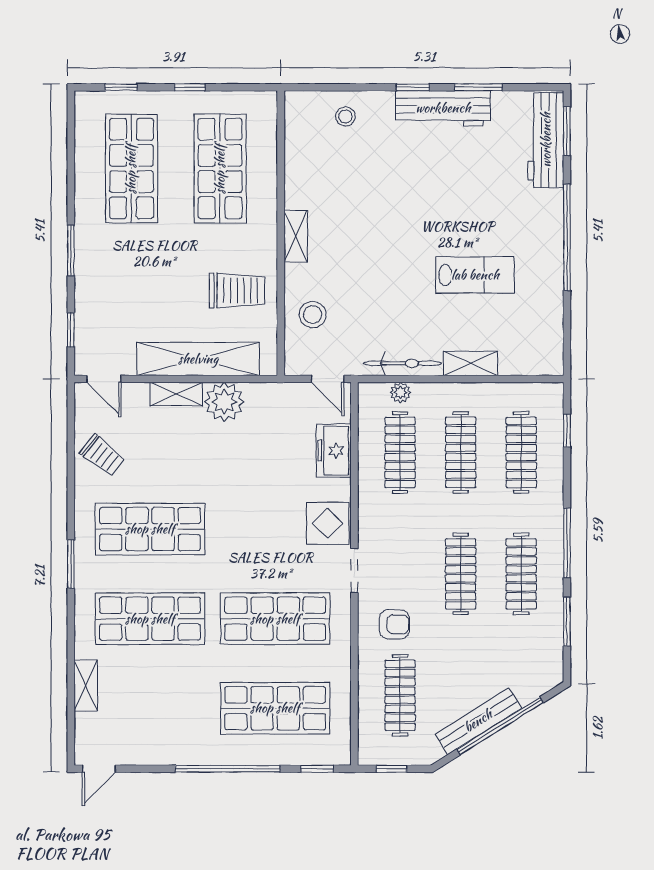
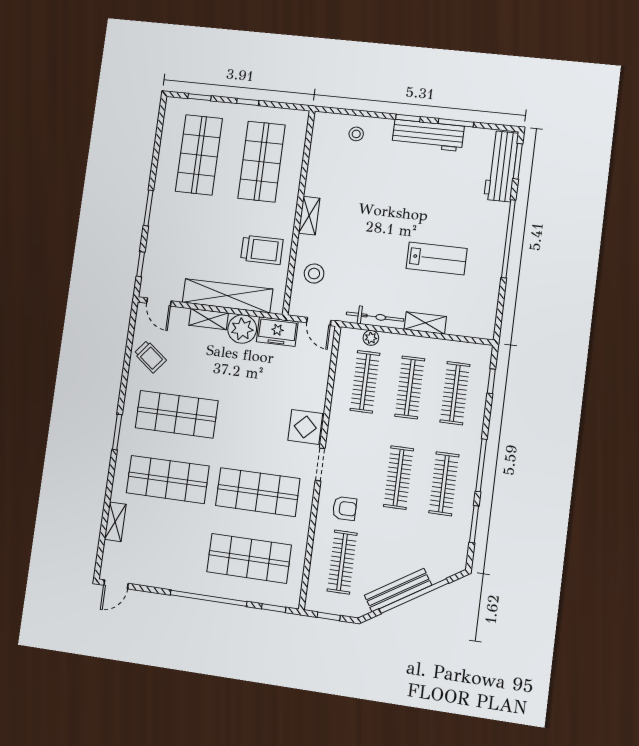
freezer: (334, 451) -> (277, 332), moved, turned -90

